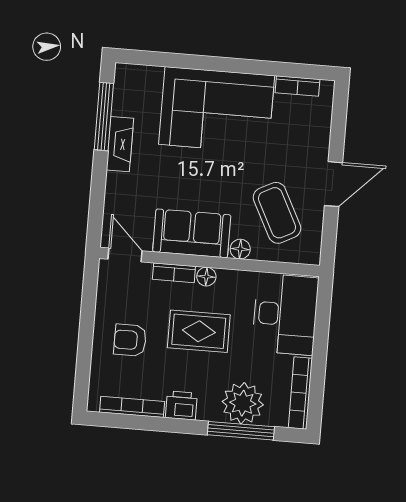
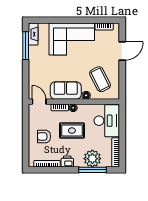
fireplace: (120, 144) -> (33, 34), moved
door: (333, 184) -> (122, 51), moved

